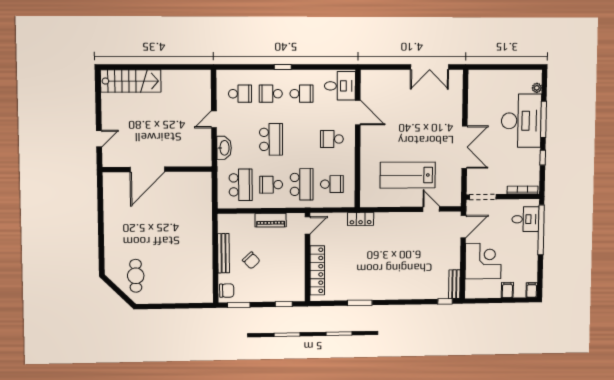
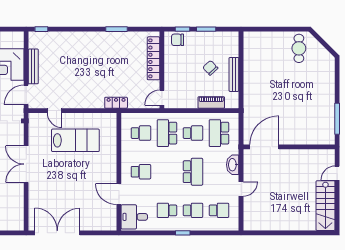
double door: (430, 67) -> (57, 233), width x1.36
stairs: (131, 81) -> (325, 206), moved, turned -90
school desk: (240, 94) -> (219, 210), turned 180
school desk: (271, 139) -> (193, 172), turned 180
door: (147, 169) -> (264, 147), moved
school desk: (332, 184) -> (141, 133), turned 180
window: (100, 203) -> (337, 119), added
piano: (271, 220) -> (211, 102), moved
cafe table: (136, 276) -> (299, 48), moved
bench: (454, 284) -> (33, 66), moved, width x1.36
chair: (227, 291) -> (178, 40), moved
window: (239, 305) -> (206, 29), moved

